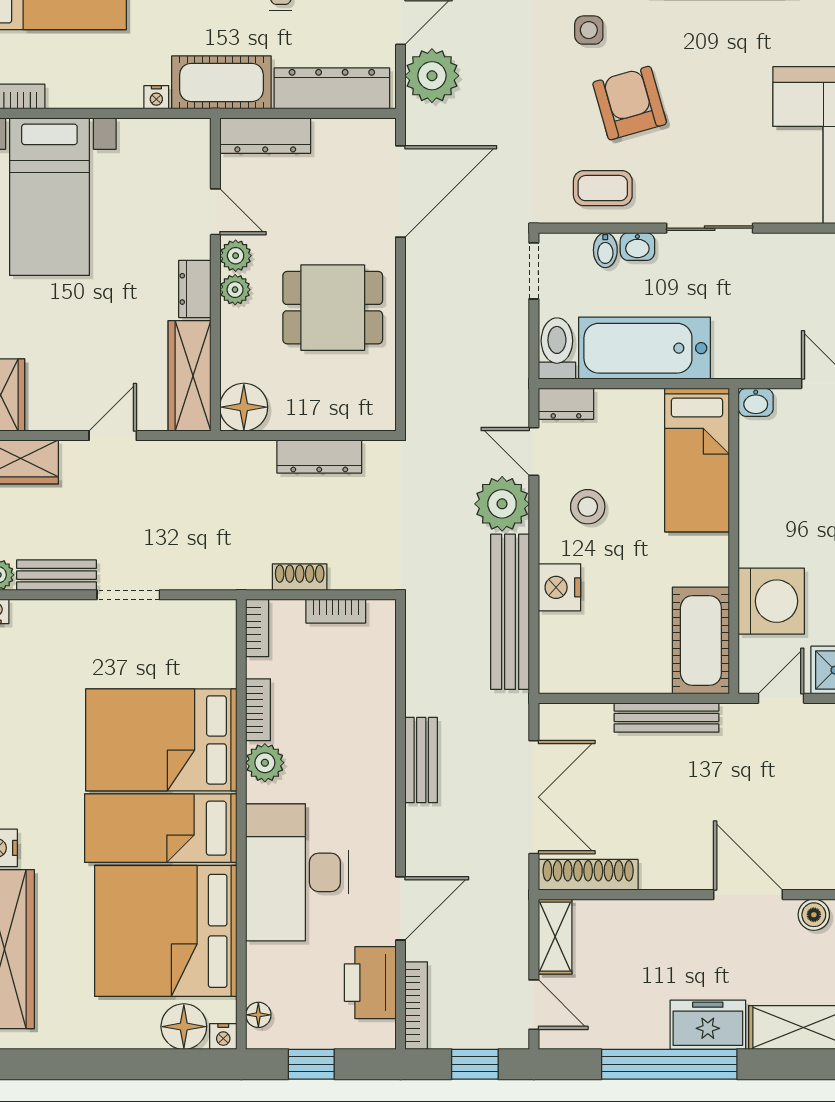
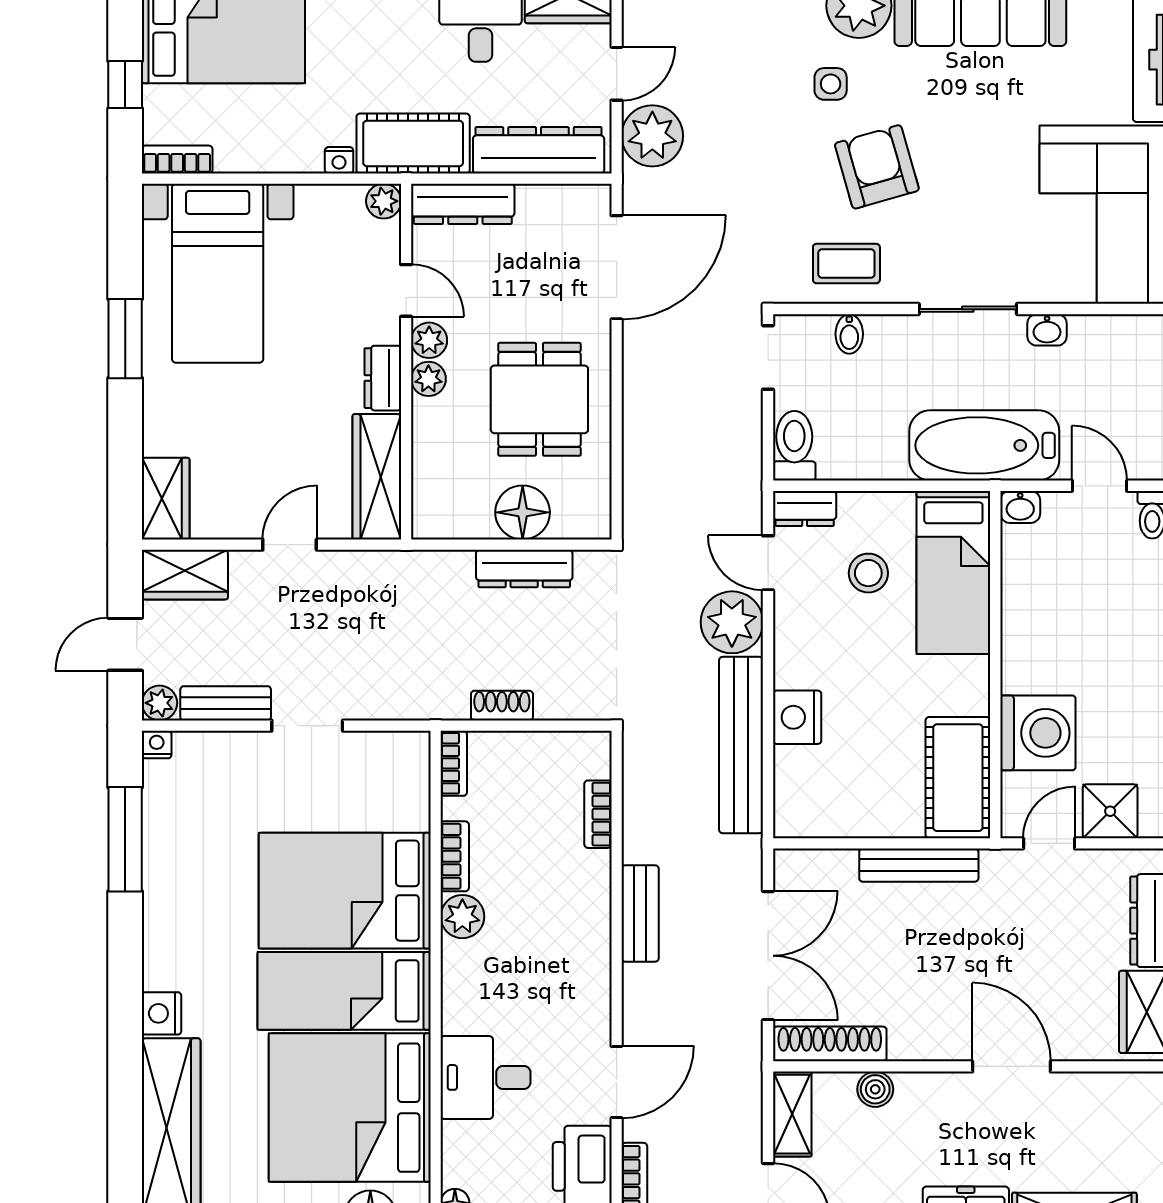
plant: (196, 133) -> (384, 201), added
washbasin: (637, 247) -> (1047, 330), moved
dining table: (333, 308) -> (539, 399), turned 90
bathtub: (645, 348) -> (984, 445), moved
floor lamp: (244, 407) -> (523, 512), moved
stool: (588, 507) -> (868, 573), moved
bookcase: (336, 611) -> (598, 814), moved, turned 90
desk: (297, 872) -> (486, 1077), width x0.53, depth x0.77
boiler: (814, 915) -> (875, 1089), moved

